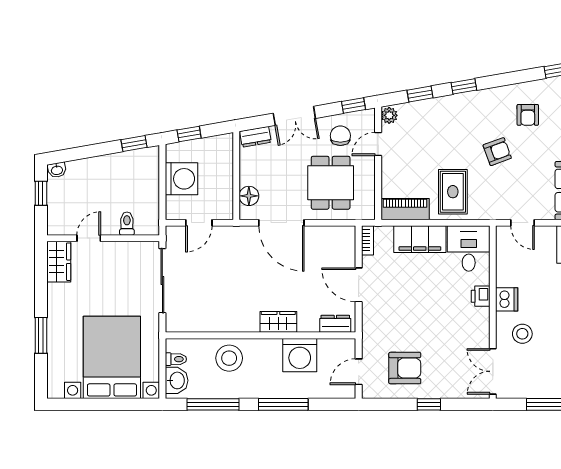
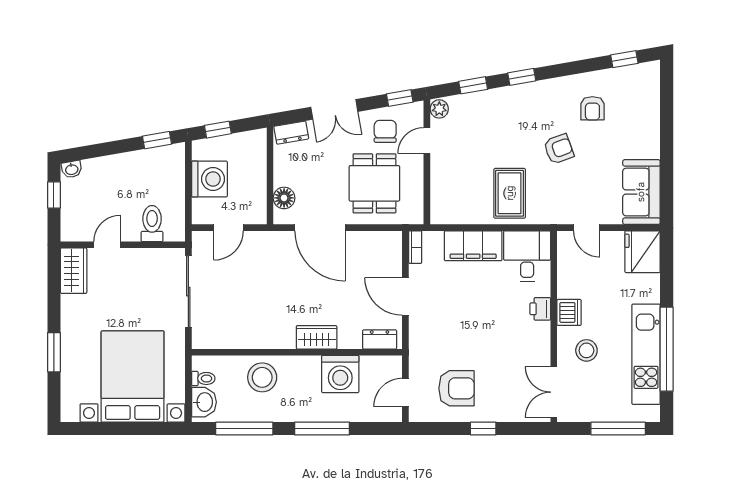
piano: (405, 209) -> (457, 212), removed
toilet: (127, 224) -> (152, 224), width x1.37, depth x1.39

